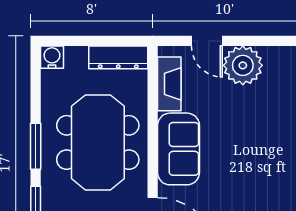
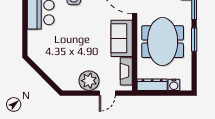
door: (207, 41) -> (107, 93), swing flipped
water cooler: (52, 57) -> (174, 85), moved

